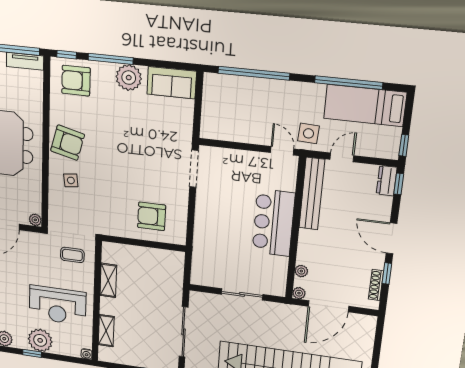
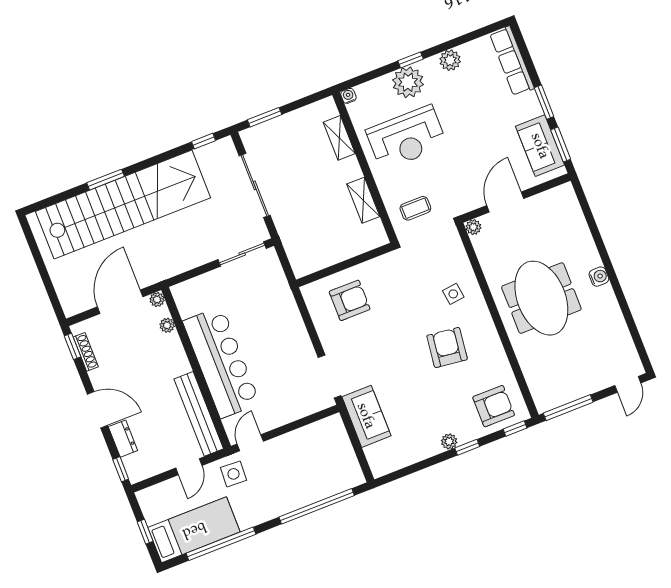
window: (111, 59) -> (467, 447), width x0.46
tv unit: (25, 61) -> (556, 399), removed
plant: (129, 78) -> (449, 441), width x0.53, depth x0.53
sofa: (172, 83) -> (366, 416), moved, turned 90
armchair: (68, 143) -> (447, 347), moved, turned 83
window: (404, 145) -> (145, 532), moved
door: (282, 151) -> (250, 443), swing flipped
dresser: (387, 181) -> (123, 439), moved
bar counter: (273, 223) -> (221, 362), width x1.36
window: (387, 273) -> (72, 346), moved
sliding door: (242, 294) -> (242, 254), moved
reception desk: (57, 305) -> (407, 138), turned 180

